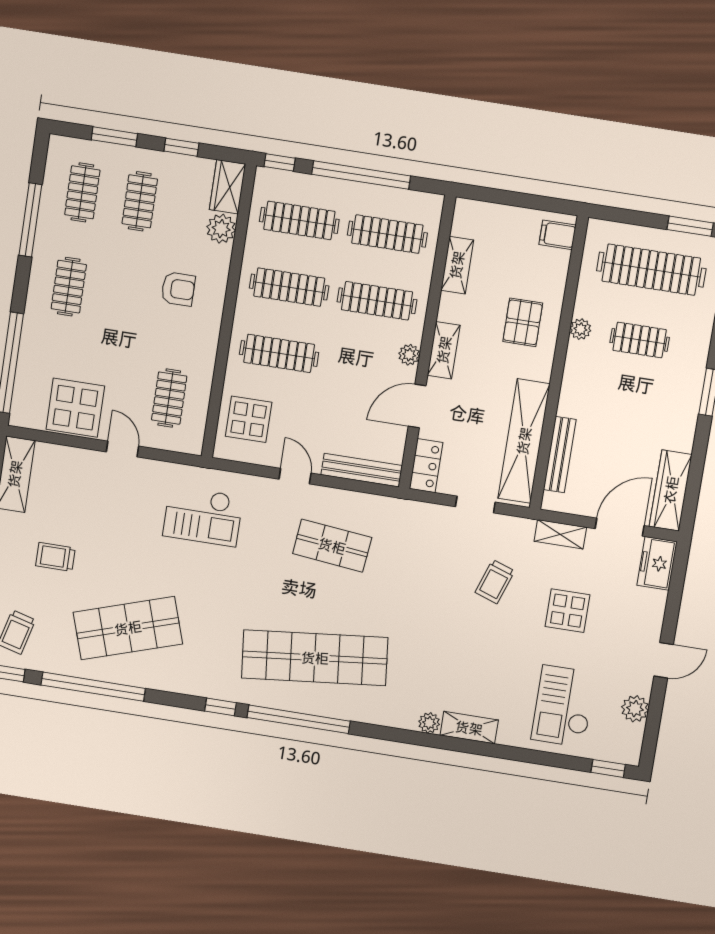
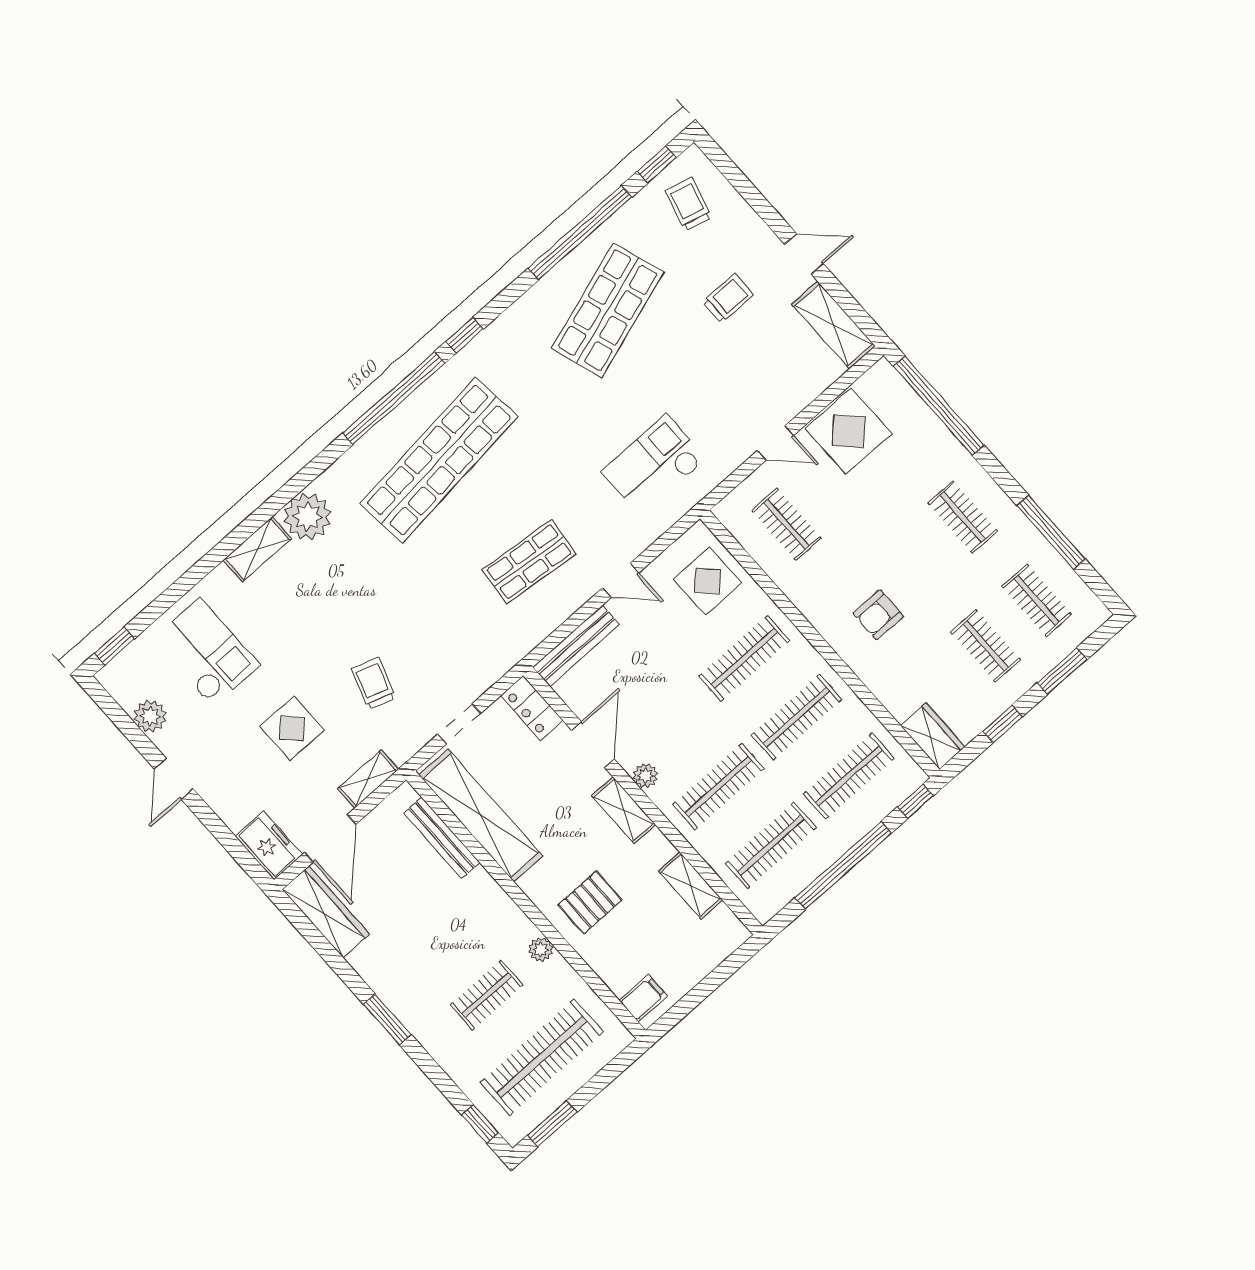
plant: (221, 229) -> (900, 699), removed
pallet: (523, 322) -> (590, 903), turned 90
plant: (429, 723) -> (308, 517), width x1.88, depth x1.88

